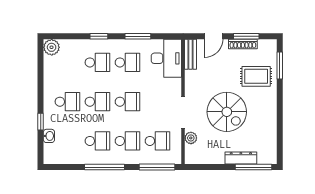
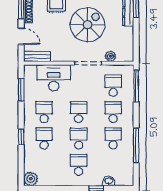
window: (138, 36) -> (21, 90), moved
desk: (166, 58) -> (54, 78), moved
window: (105, 167) -> (136, 145), moved

